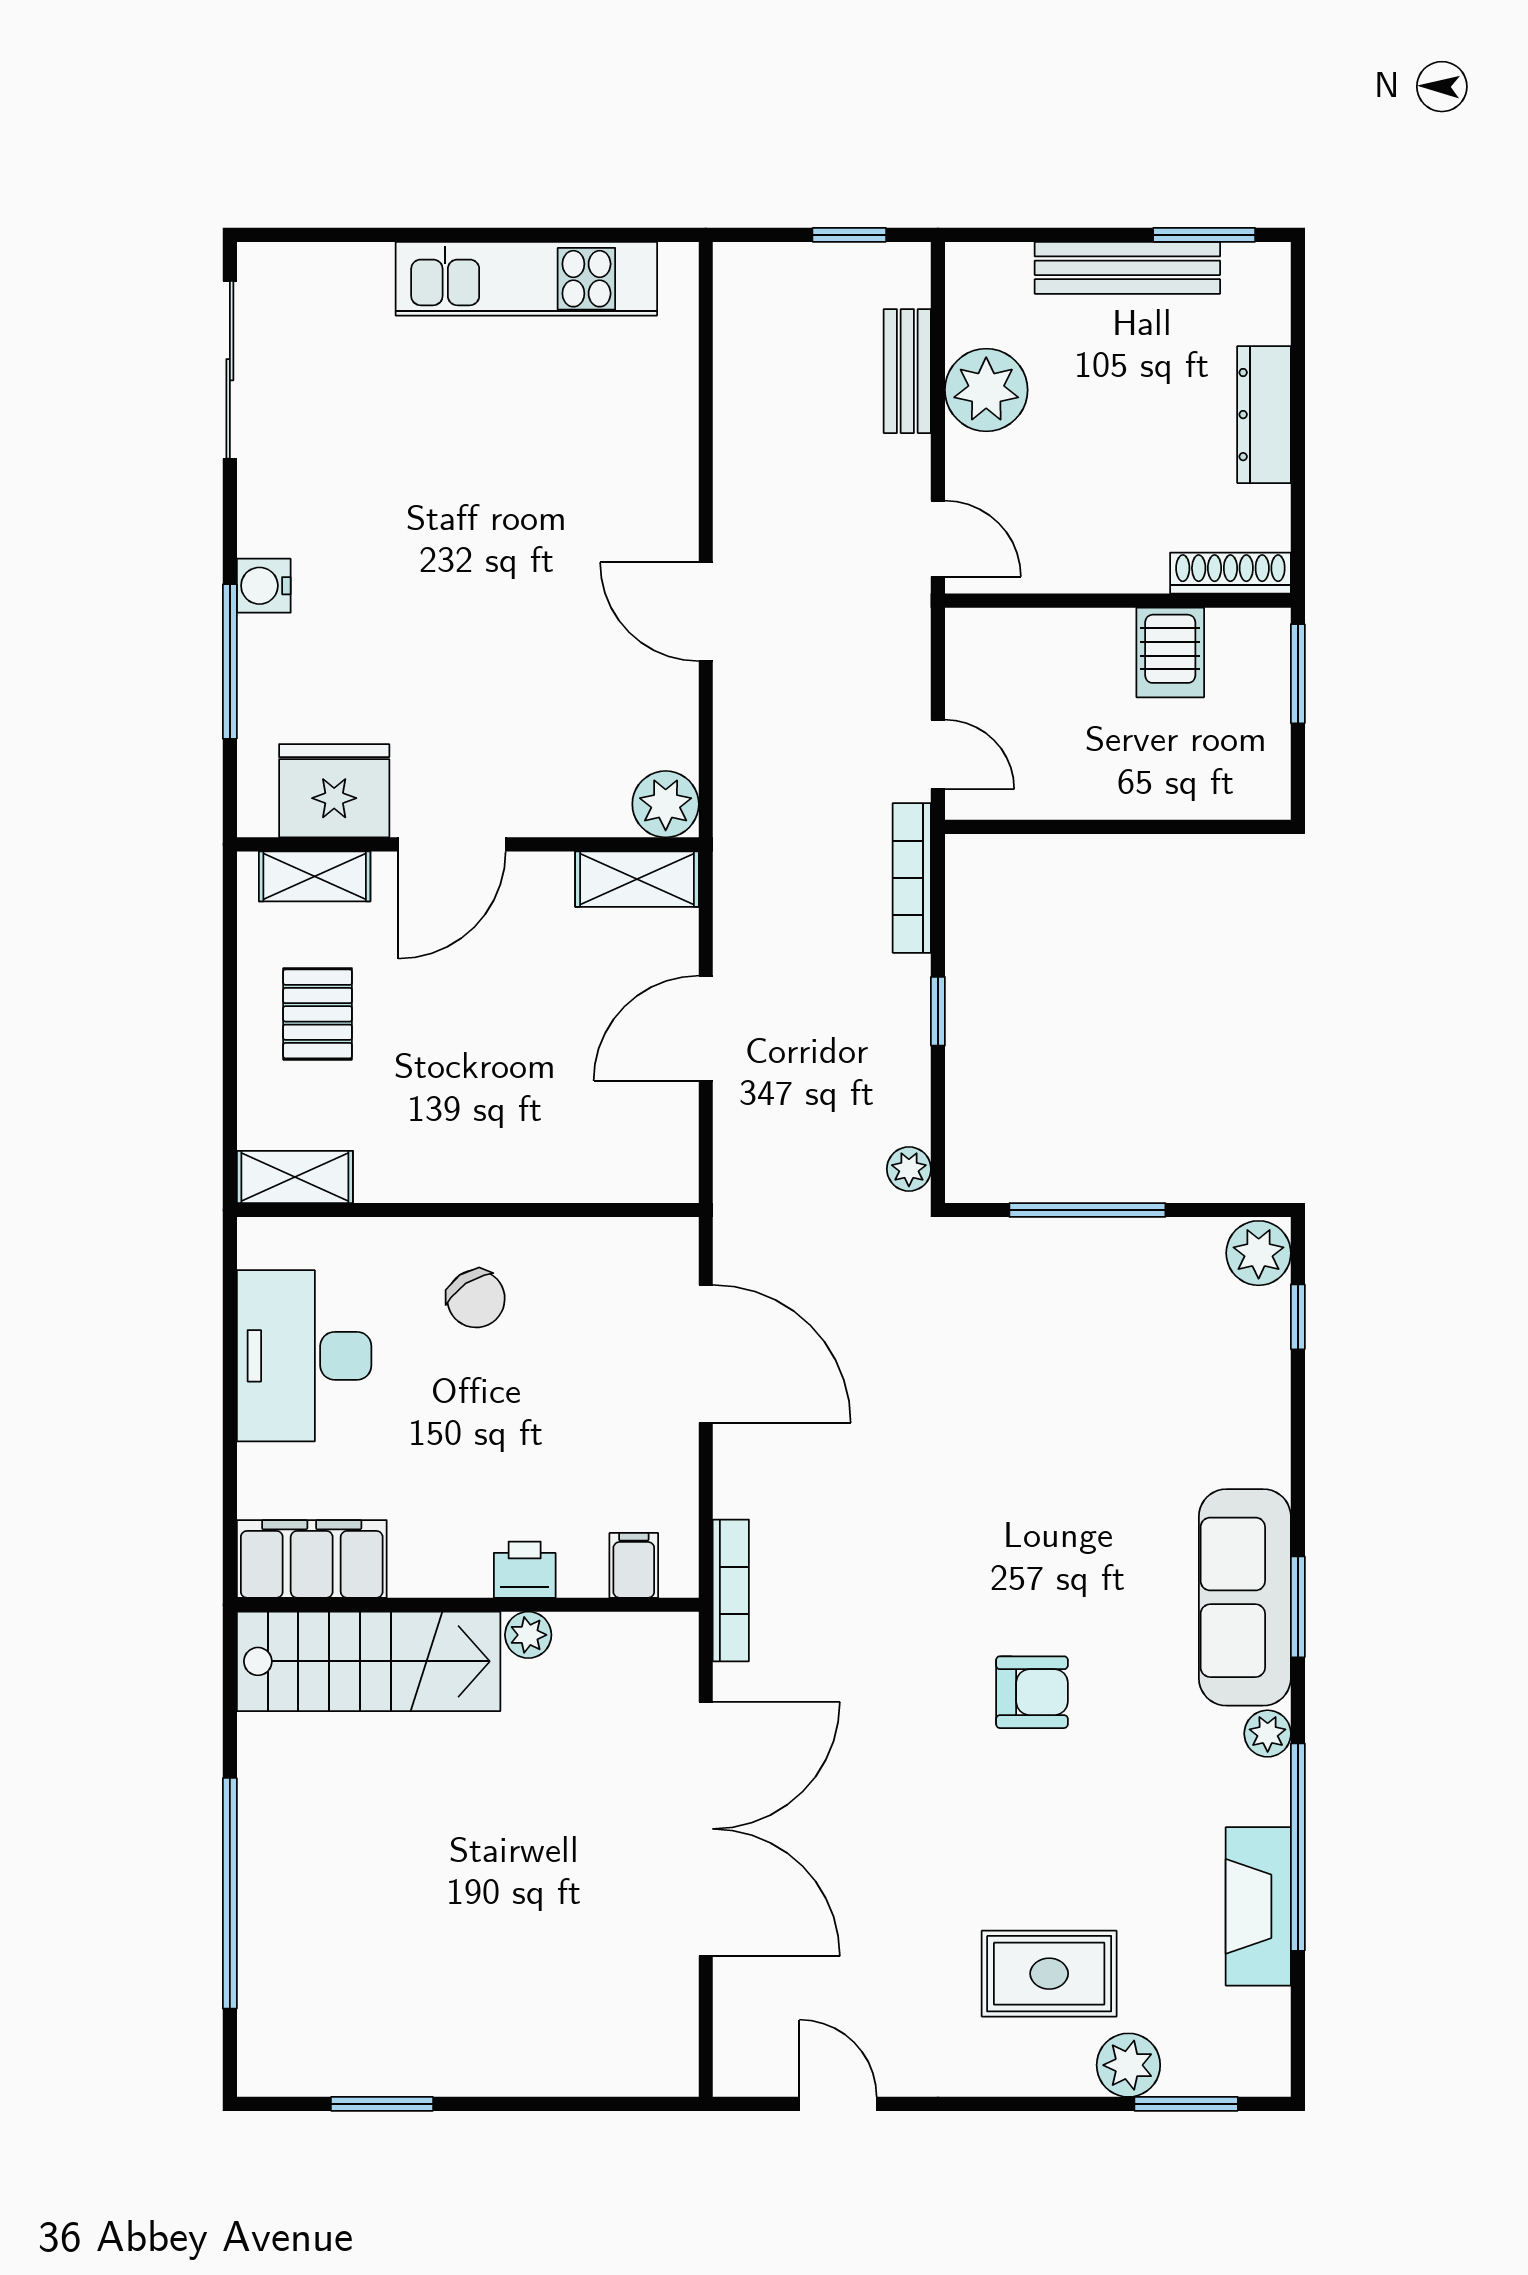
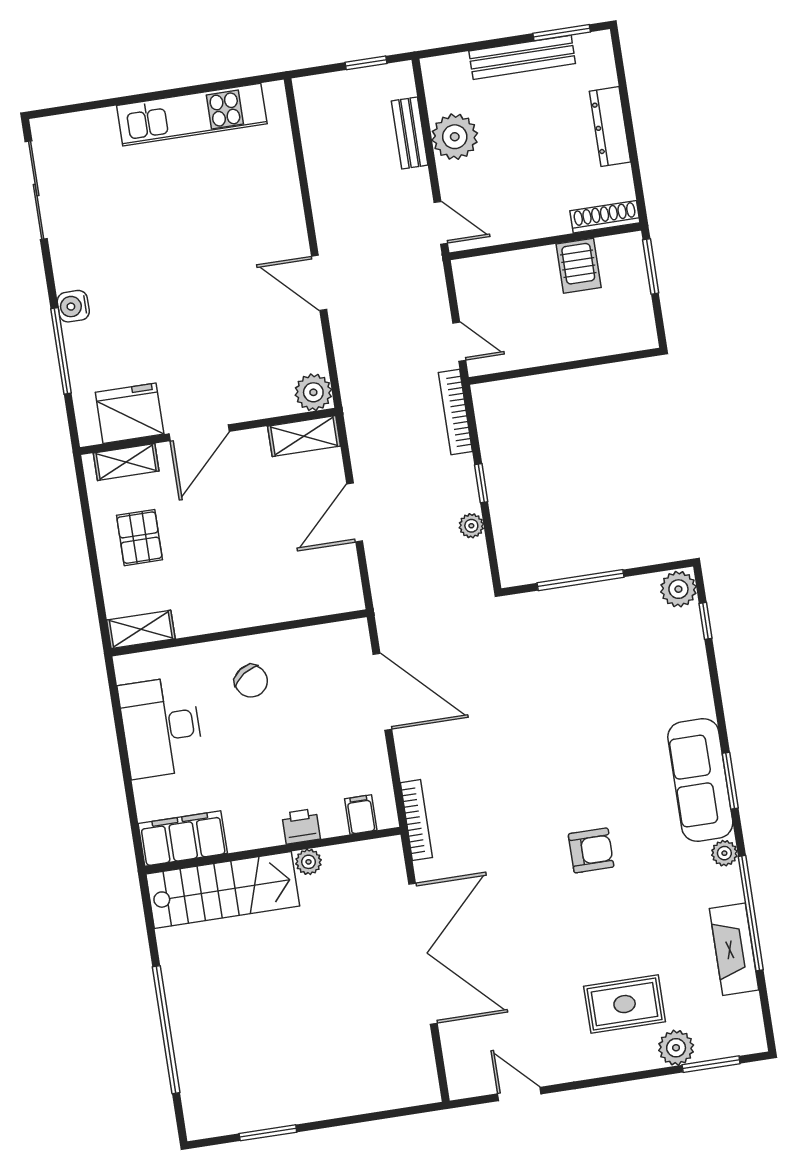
plant: (909, 1169) -> (471, 526), moved

